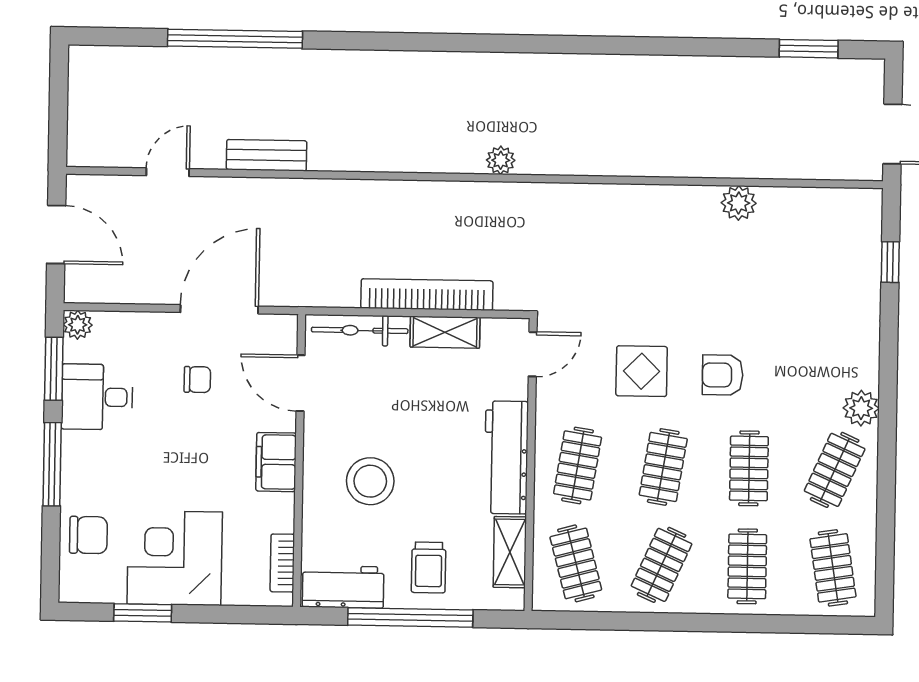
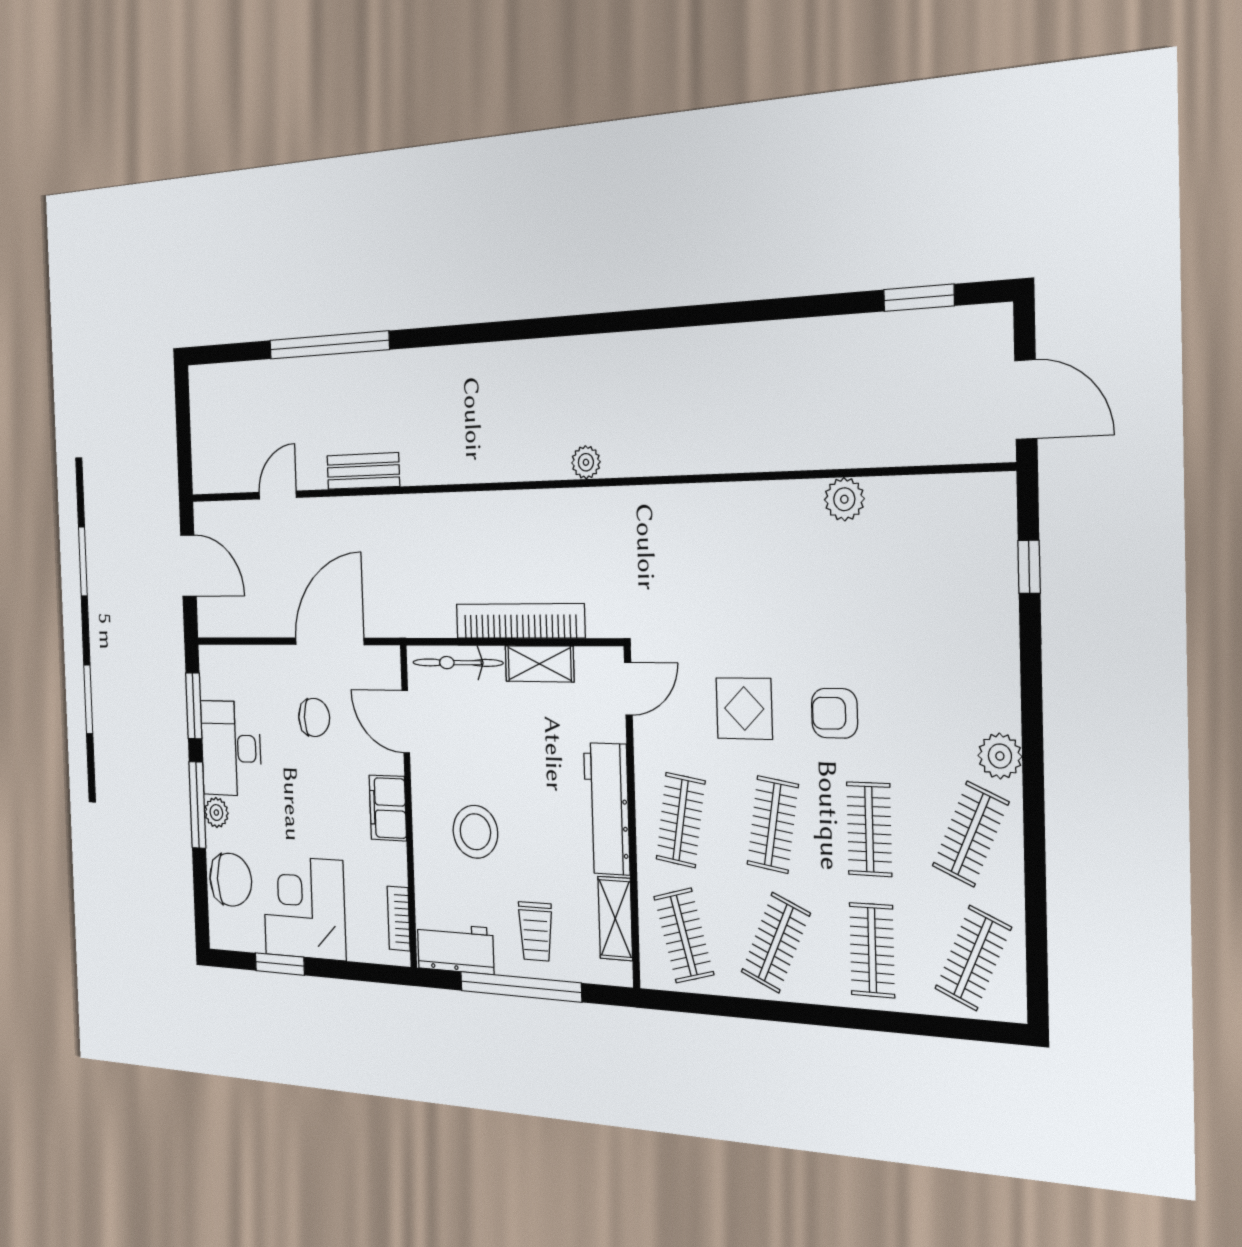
plant: (78, 325) -> (216, 813), moved
chair: (197, 380) -> (314, 717), width x1.37, depth x1.37
desk: (97, 397) -> (231, 748), width x1.37
chair: (88, 535) -> (231, 880), width x1.37, depth x1.37
clothes rail: (833, 568) -> (973, 958), turned 33

